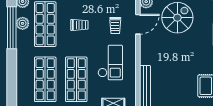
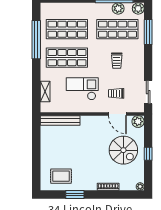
checkout: (110, 63) -> (82, 89), turned 180

